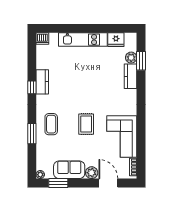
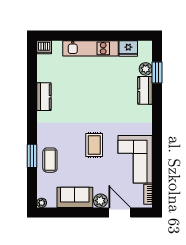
window: (32, 87) -> (32, 103), removed
coffee table: (51, 124) -> (50, 160), moved
window: (58, 183) -> (62, 212), removed

